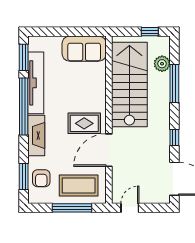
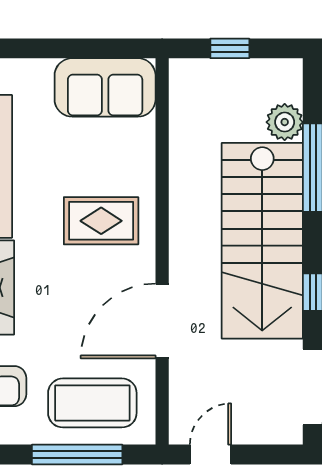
window: (150, 32) -> (230, 48), moved
stairs: (129, 84) -> (262, 241), moved, turned 180
rug: (84, 123) -> (101, 221), moved

